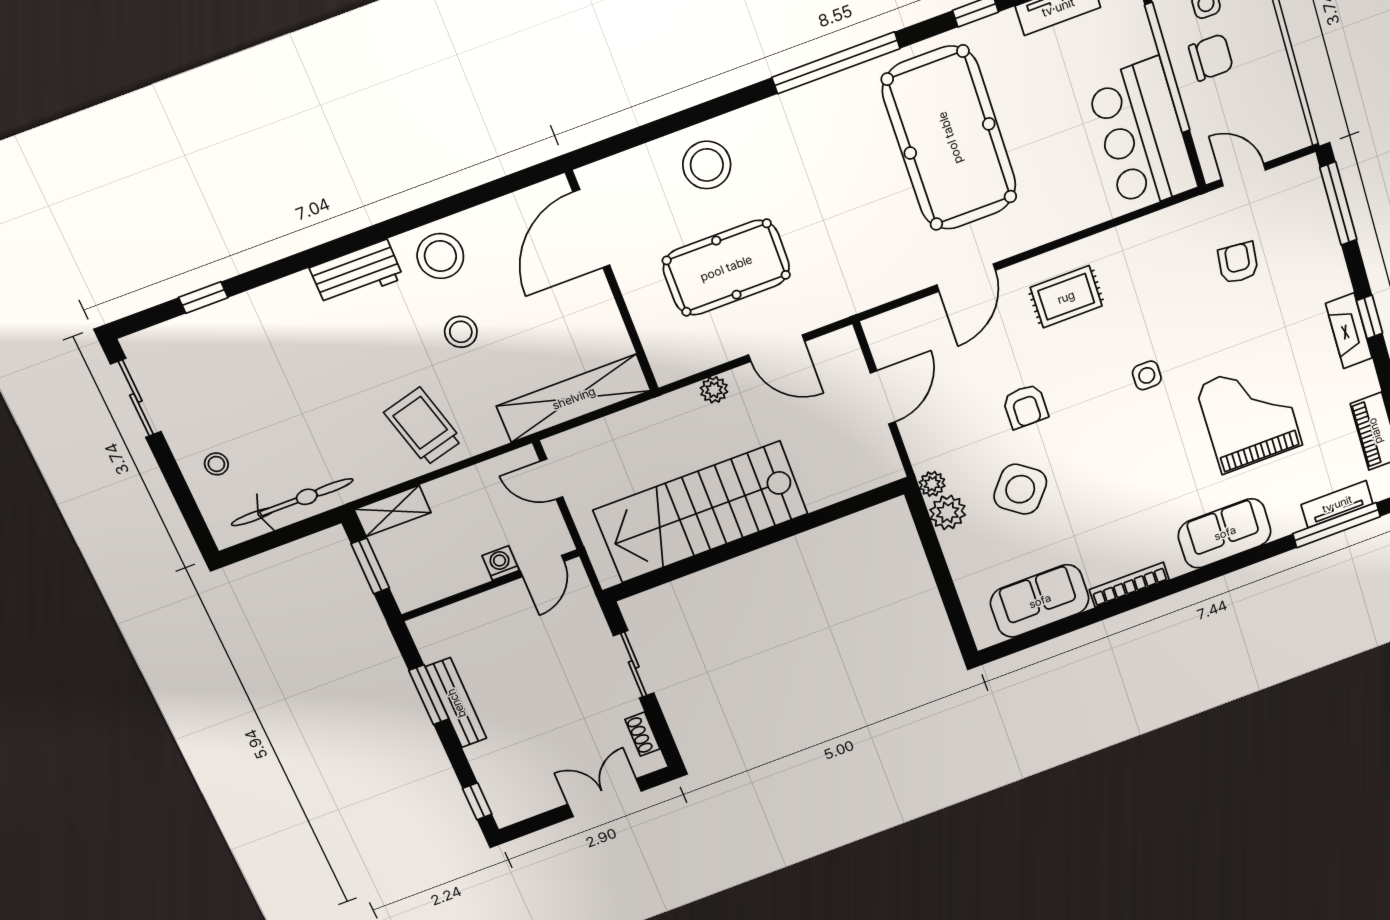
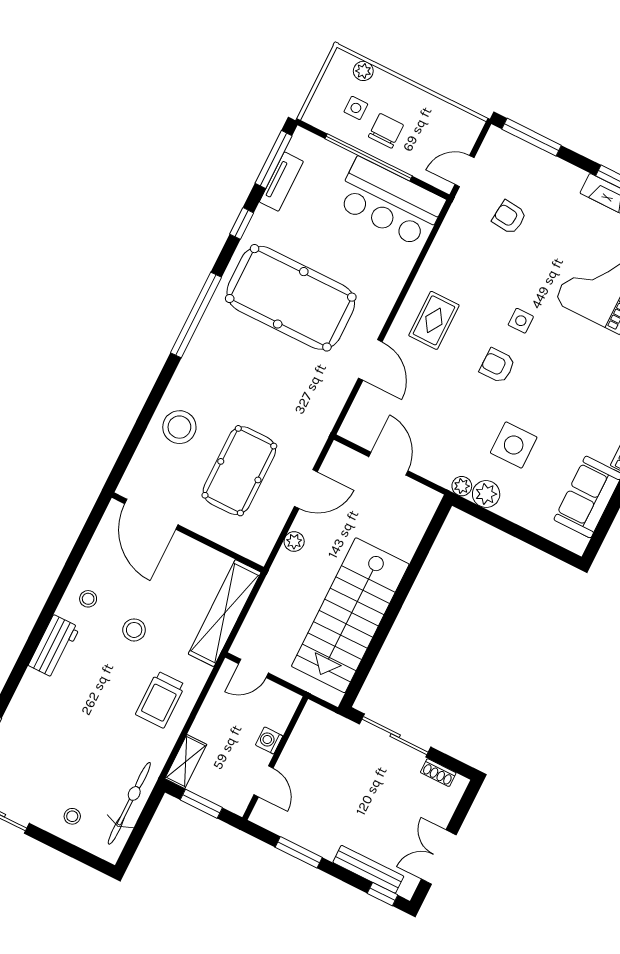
stool: (440, 256) -> (88, 599), width x0.53, depth x0.53
armchair: (1025, 406) -> (497, 366), moved, turned 180
trolley: (423, 427) -> (160, 700), turned -75
side table: (1020, 489) -> (514, 445), turned -38
door: (542, 566) -> (263, 781), moved
sliding door: (634, 665) -> (395, 736), width x1.37
bench: (456, 703) -> (368, 869), moved
double door: (605, 798) -> (439, 857), moved

